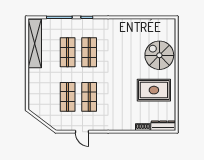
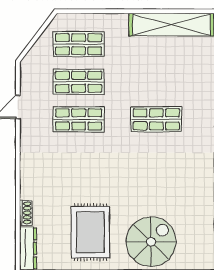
shop shelf: (68, 52) -> (79, 44), moved

